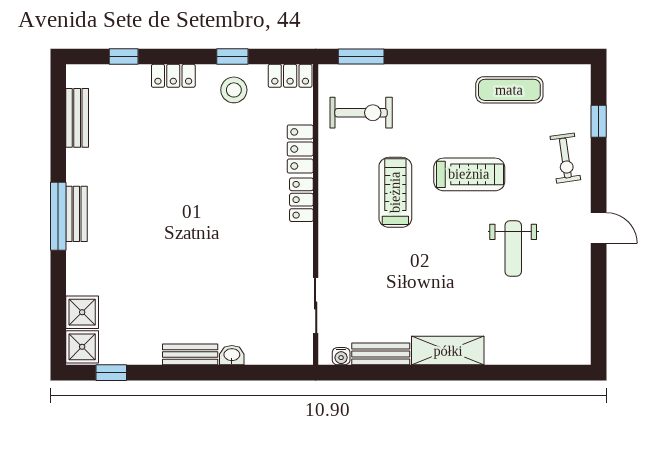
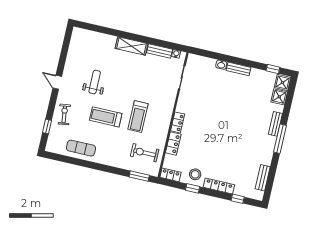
locker: (173, 76) -> (219, 186), width x1.53
bench: (76, 214) -> (275, 124), moved

